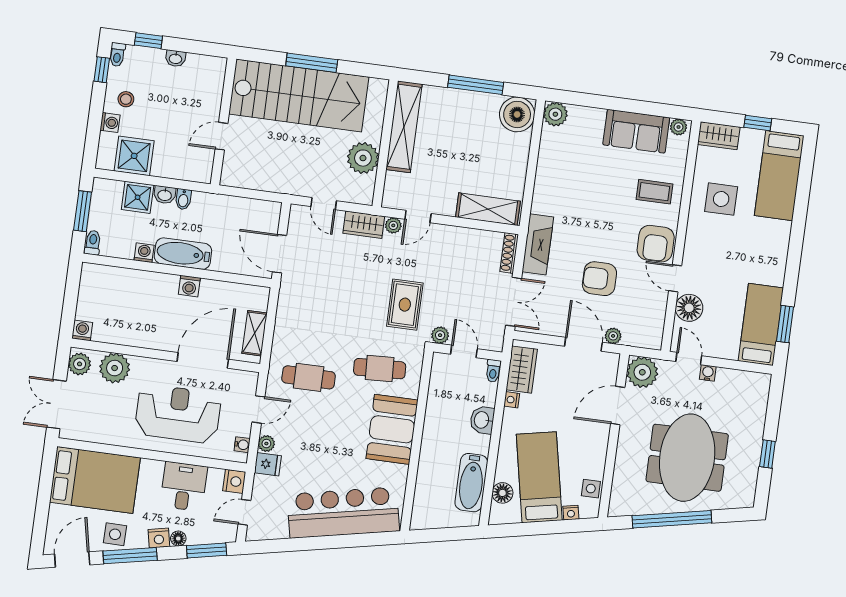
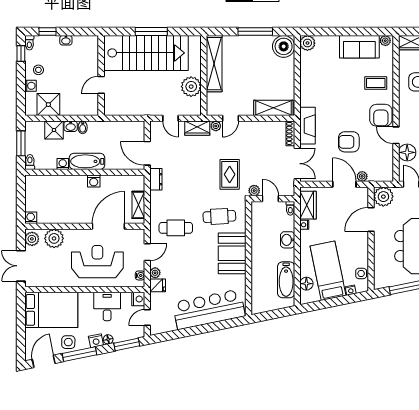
dresser: (288, 296) -> (156, 179), added

